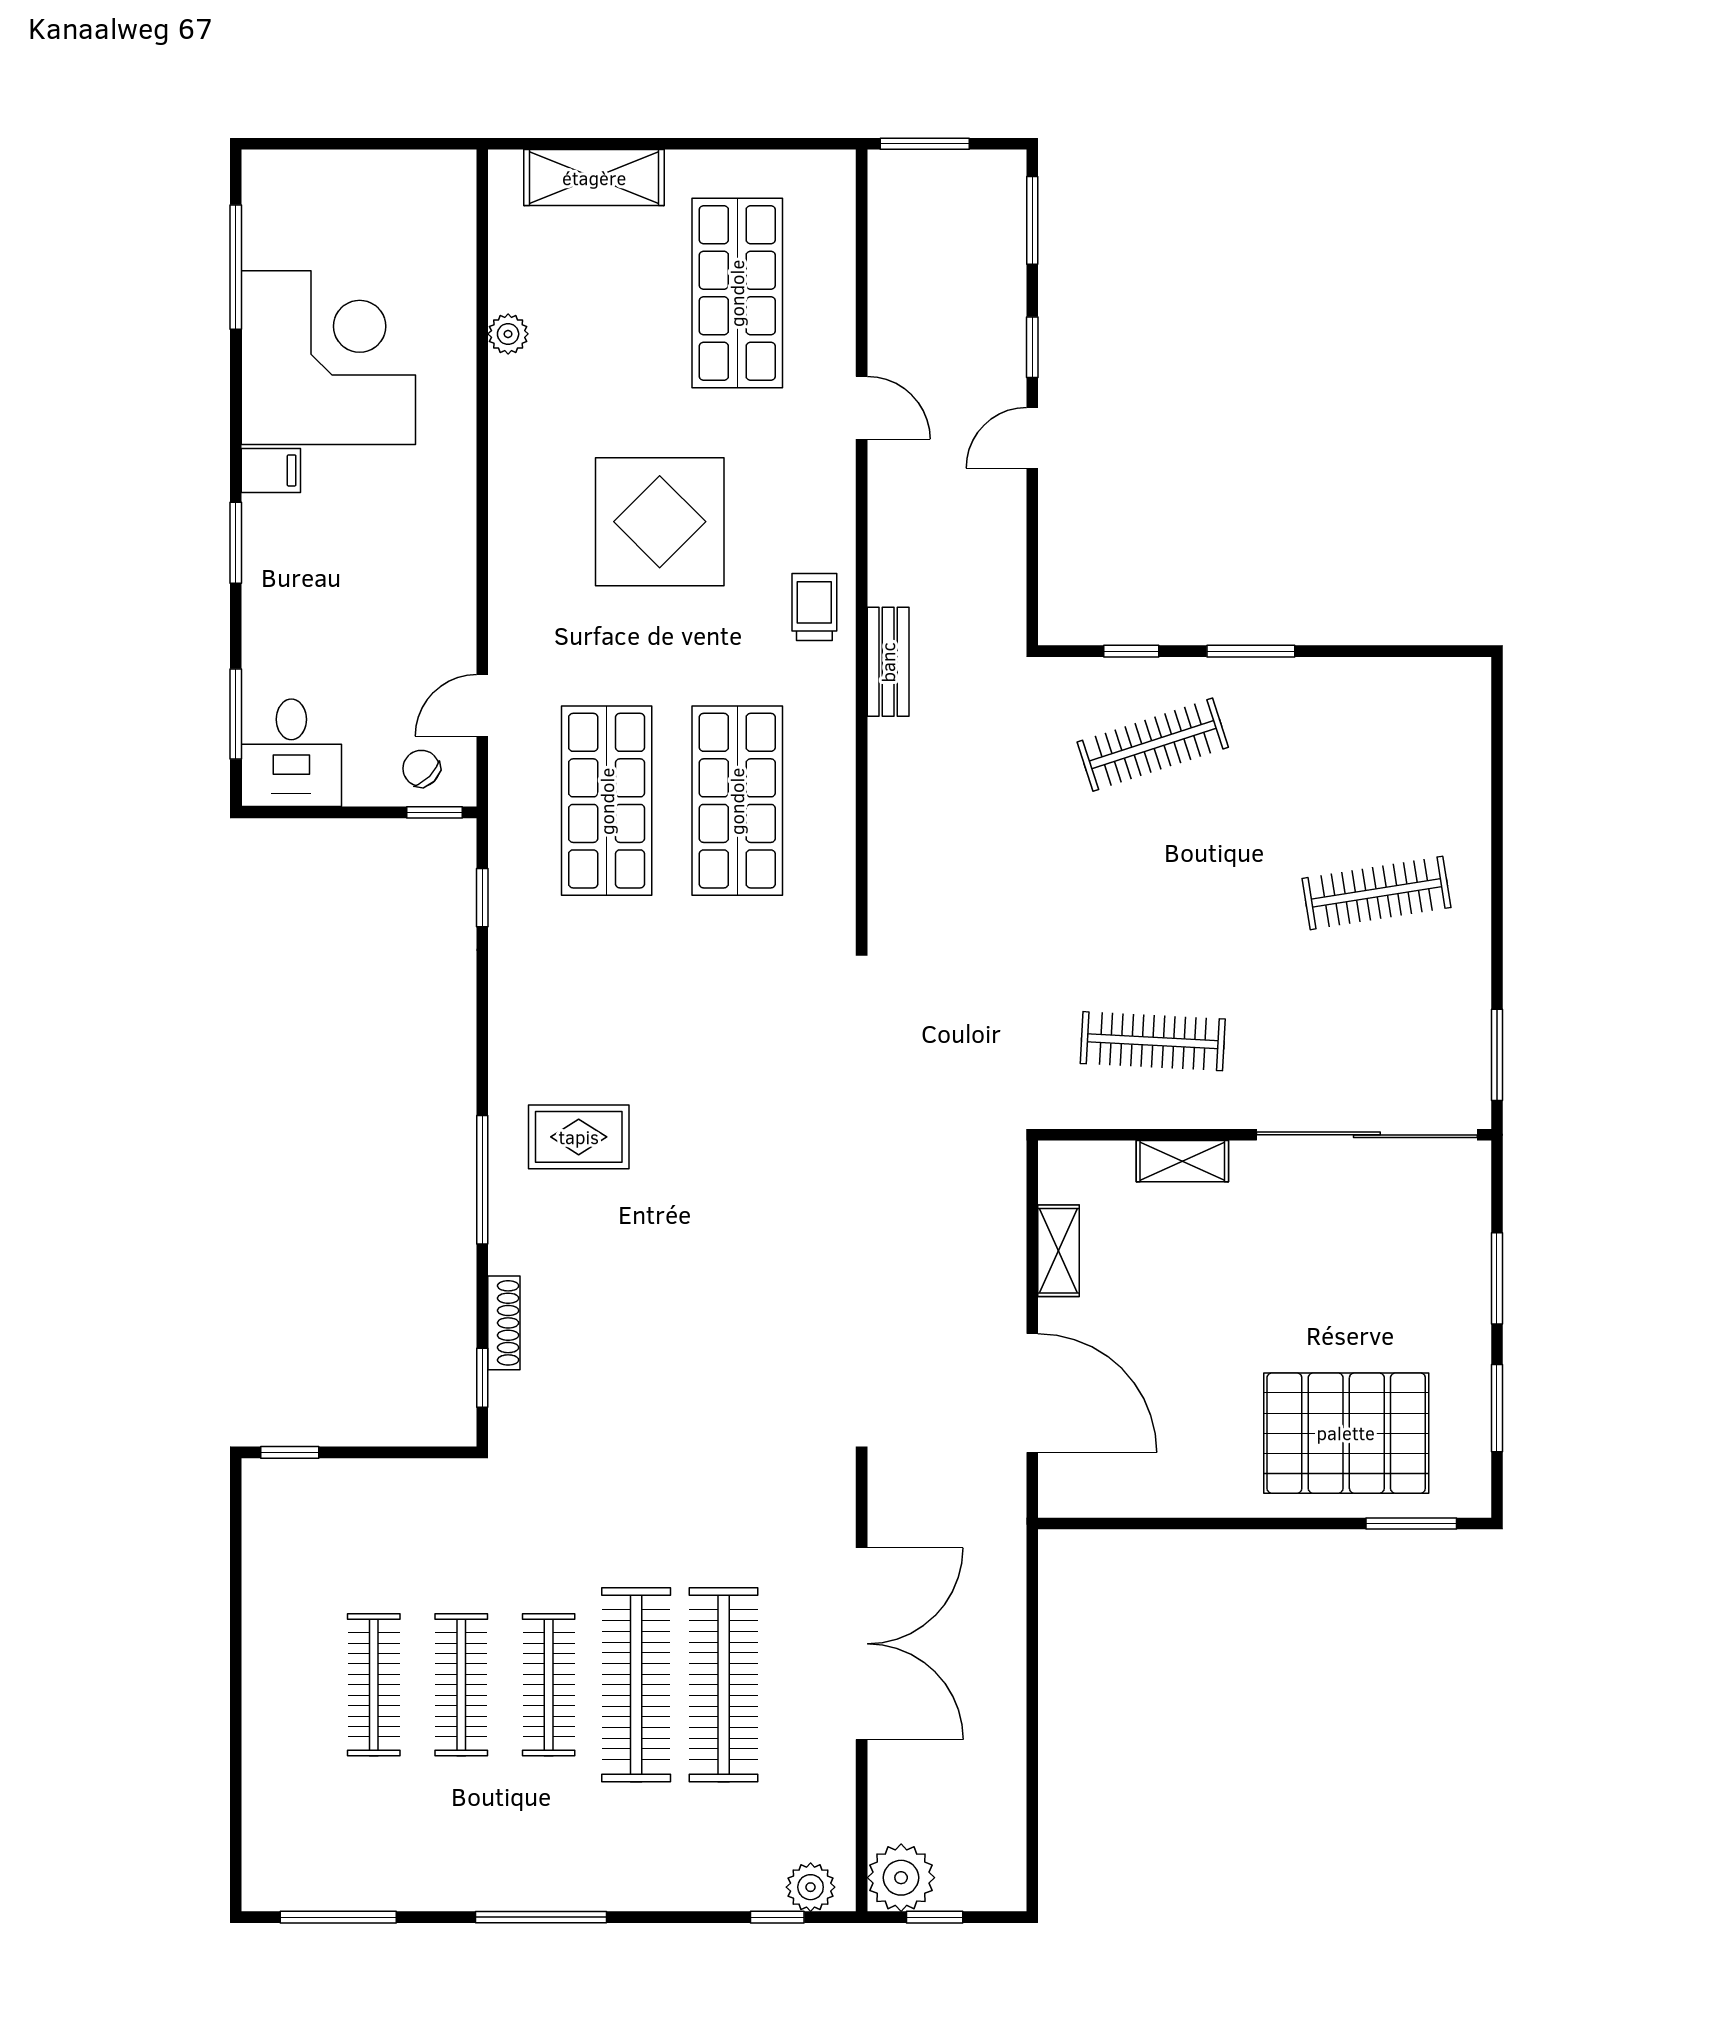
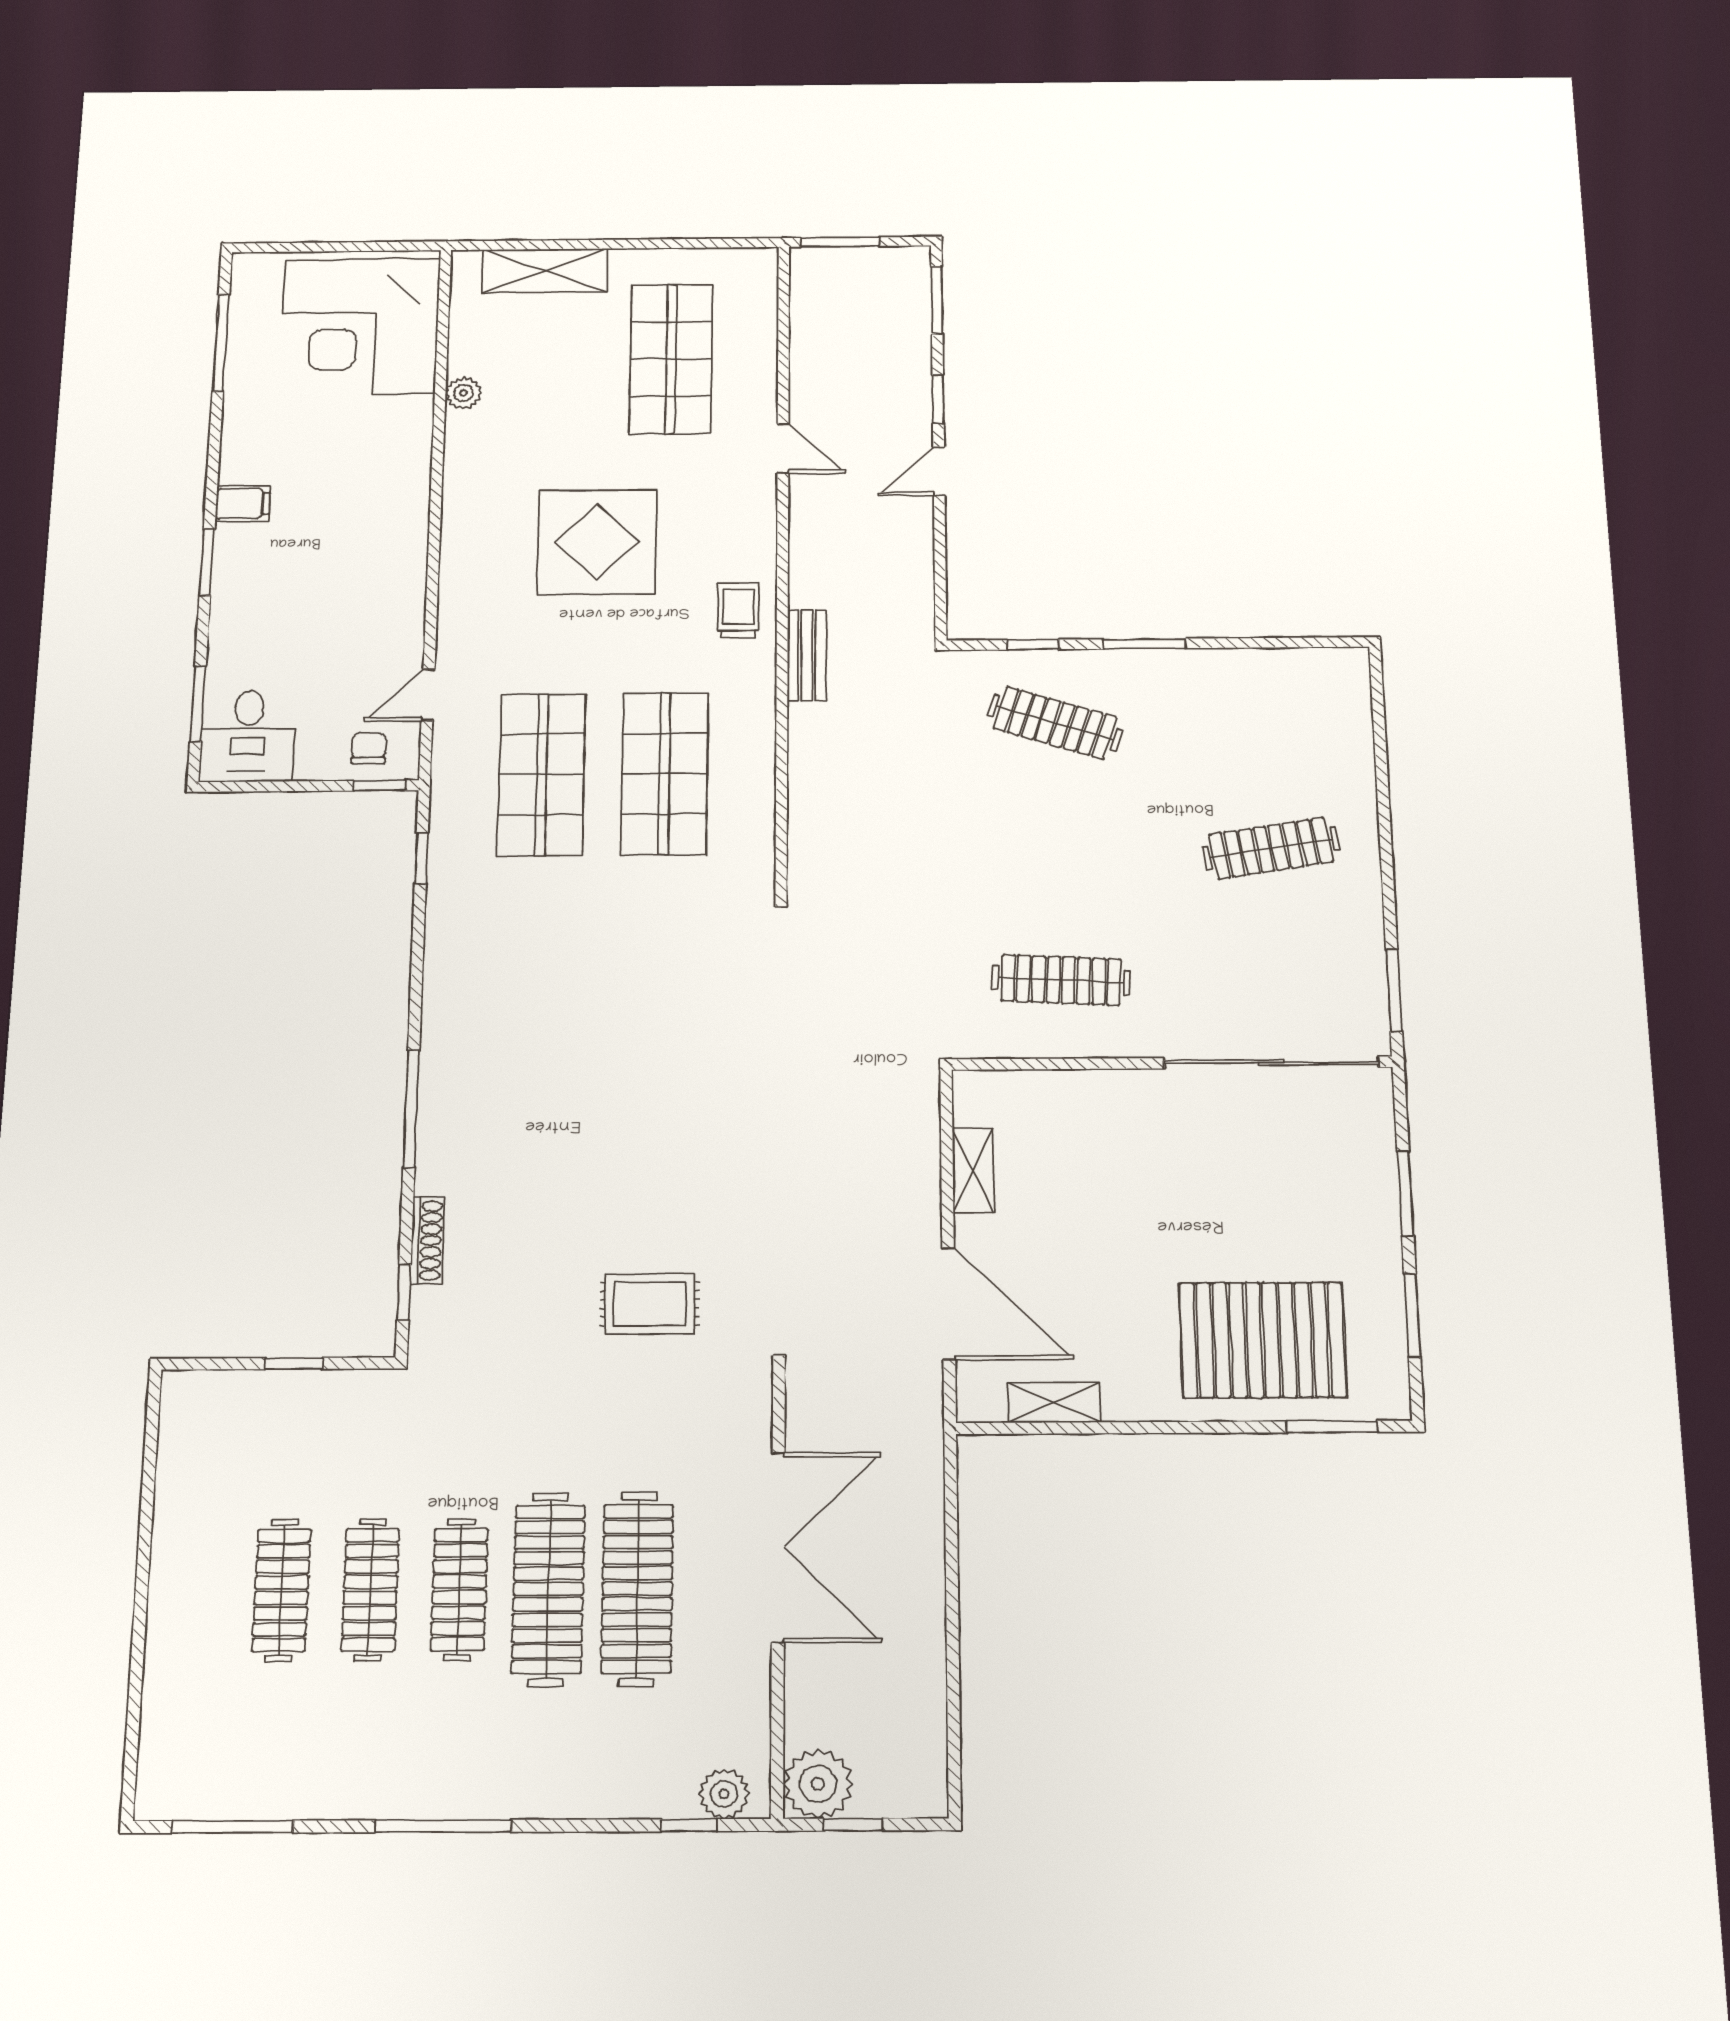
corner desk: (328, 358) -> (360, 326), moved, turned 180
clothes rail: (1153, 745) -> (1055, 723), turned 36
chair: (421, 768) -> (369, 748), turned 45
rug: (579, 1137) -> (650, 1304), moved
shelving: (1182, 1161) -> (1054, 1403), moved
window: (290, 1452) -> (294, 1363), moved

